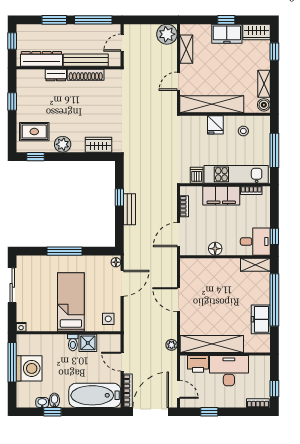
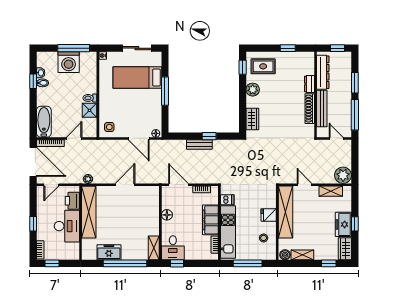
rug: (34, 132) -> (263, 66), turned 90
bed: (71, 302) -> (137, 78), moved, turned 180
bathtub: (95, 395) -> (44, 122), width x0.73, depth x0.73
window: (209, 412) -> (33, 224), moved

